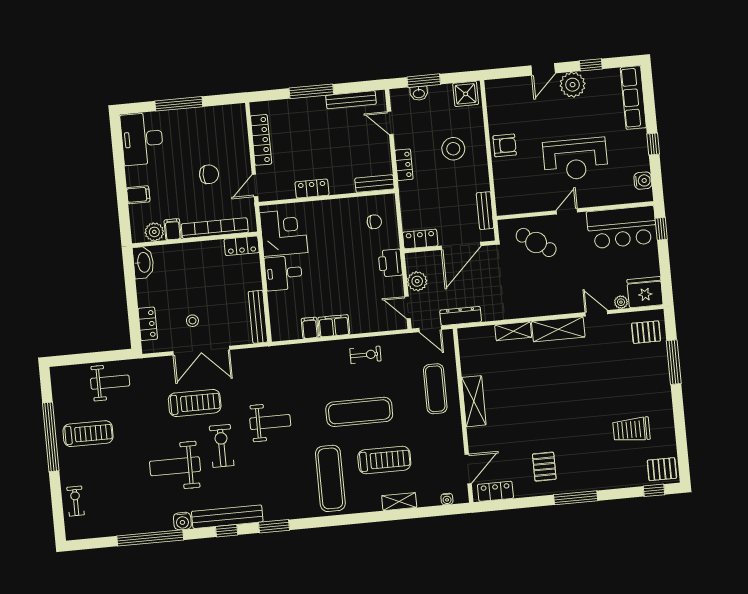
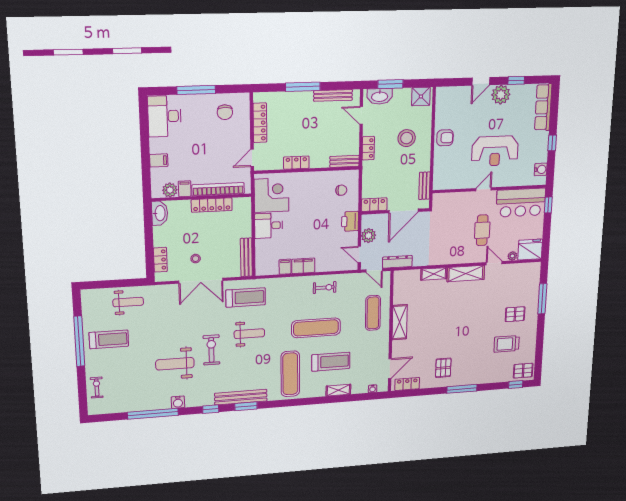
washbasin: (419, 93) -> (380, 96), width x1.91, depth x1.45
chair: (209, 174) -> (225, 112), moved, turned 90
cafe table: (536, 242) -> (482, 230), moved, turned 56
locker: (242, 246) -> (212, 205), moved, width x1.53
pallet: (646, 332) -> (515, 314), moved
treadmill: (195, 403) -> (246, 297), moved
bench: (227, 517) -> (241, 397), moved

